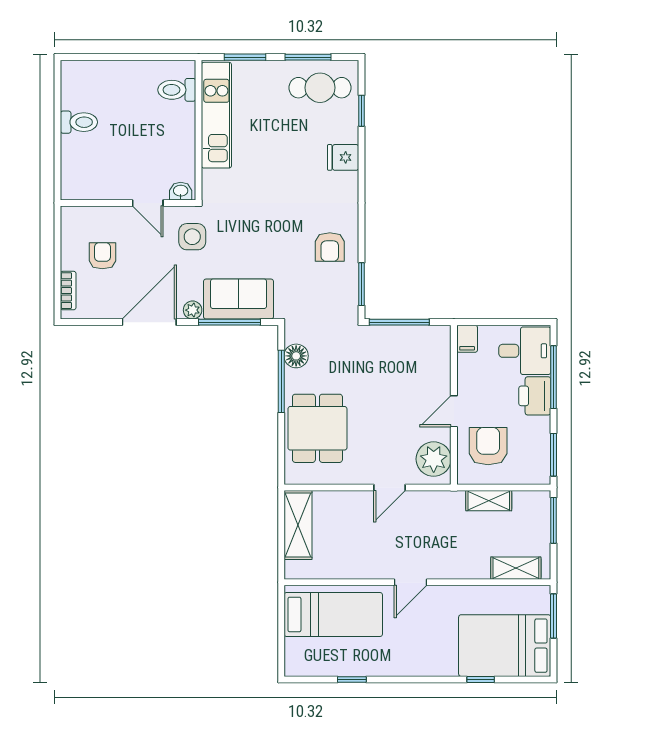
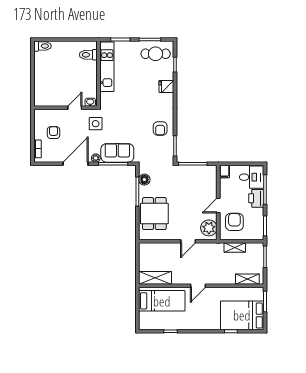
toilet: (79, 122) -> (42, 46), moved
door: (148, 203) -> (75, 108), swing flipped
shelving: (298, 525) -> (155, 278), moved, turned 90

